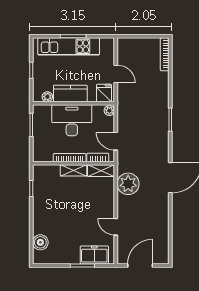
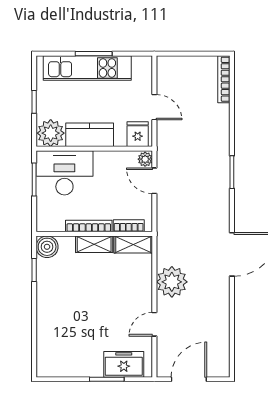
plant: (47, 97) -> (51, 133), width x1.87, depth x1.87
desk: (72, 120) -> (64, 173), moved
door: (116, 141) -> (154, 181), moved
plant: (128, 184) -> (172, 282), moved
door: (116, 227) -> (154, 324), hinge flipped
boiler: (40, 242) -> (47, 247), moved

